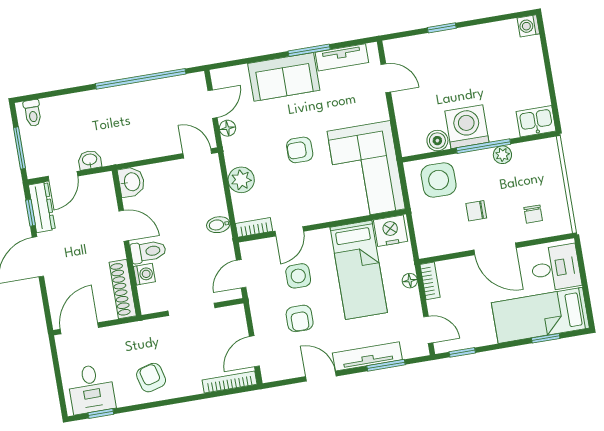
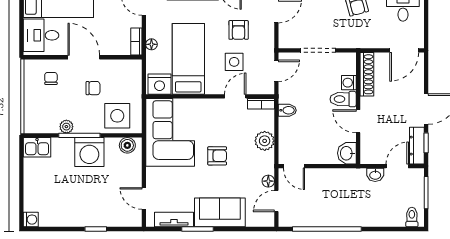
boiler: (437, 141) -> (127, 145), moved
armchair: (300, 318) -> (239, 30), turned 180

